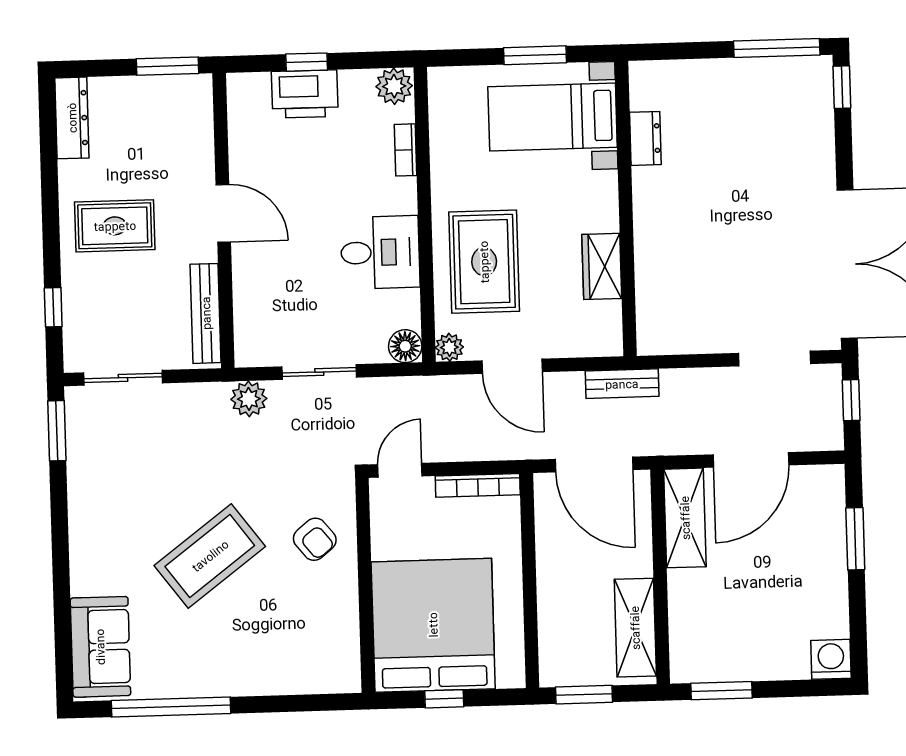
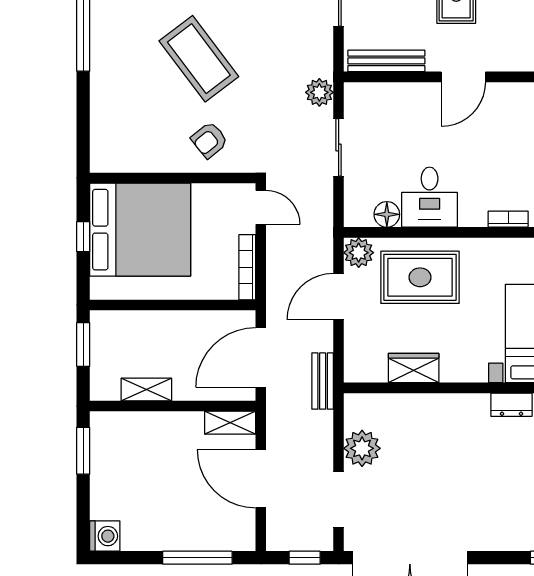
plant: (708, 330) -> (362, 448), added
floor lamp: (405, 346) -> (387, 214), moved
plant: (449, 347) -> (359, 253), width x1.38, depth x1.38
shelving: (685, 518) -> (230, 423), width x0.67, depth x0.75
window: (855, 539) -> (197, 558), width x1.44
shelving: (635, 628) -> (146, 389), width x0.67, depth x0.75

